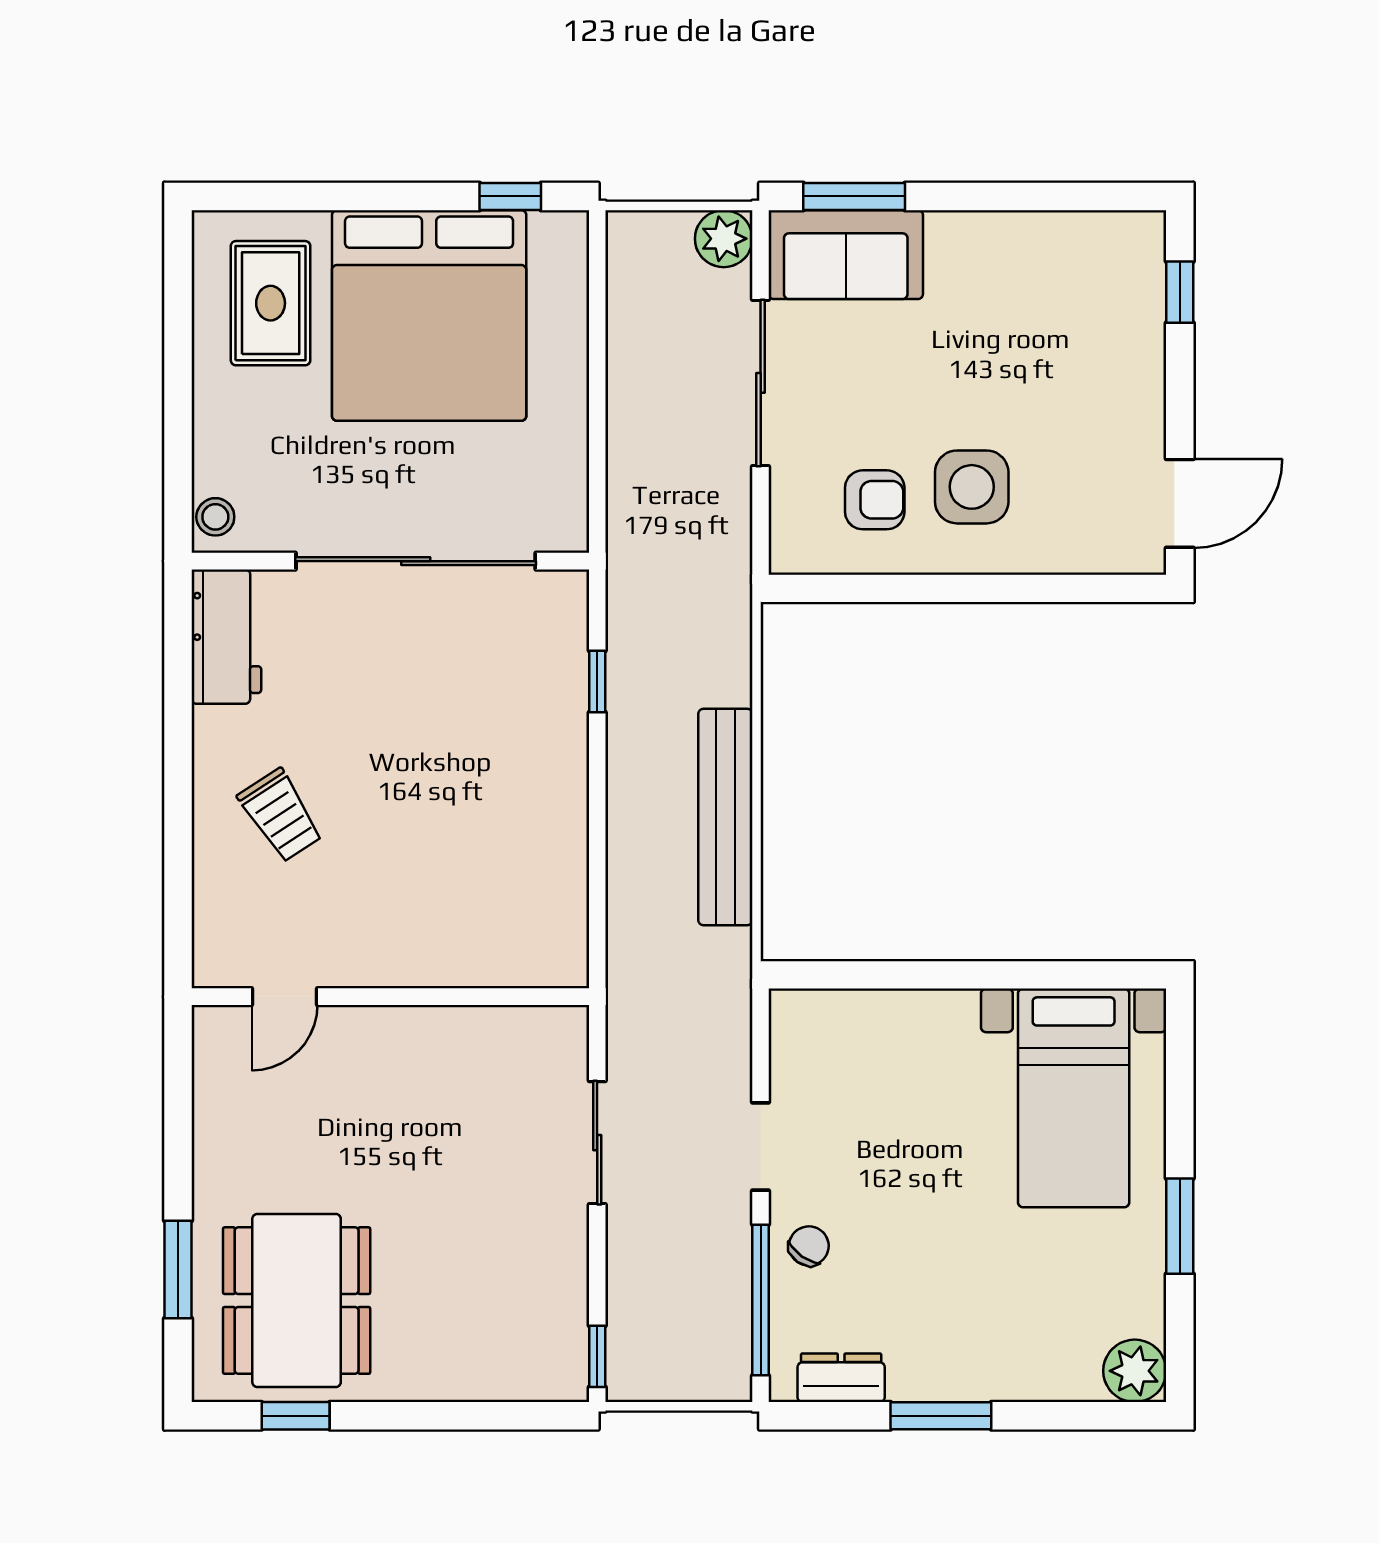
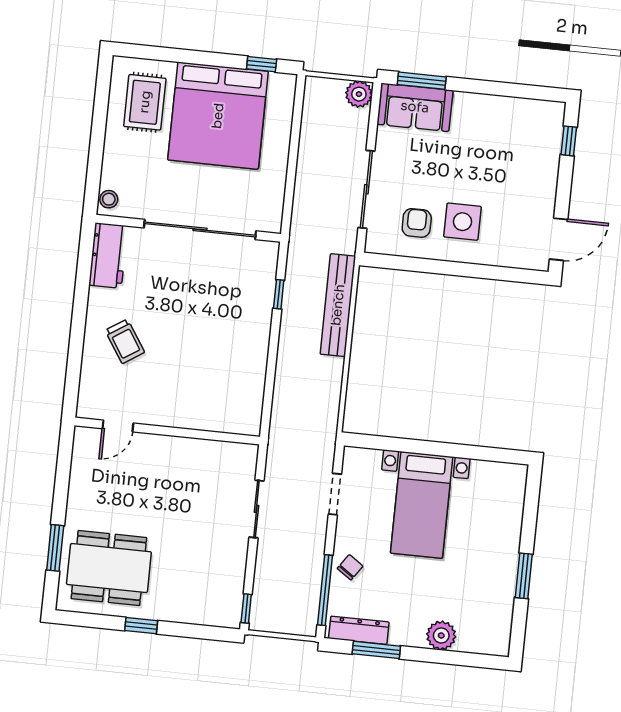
sliding door: (761, 383) -> (366, 189), moved
armchair: (875, 500) -> (417, 223), turned -90
bench: (725, 817) -> (338, 305), moved
bed with nightstands: (1074, 1098) -> (422, 505), moved
doorway: (761, 1146) -> (335, 494), moved
dining table: (297, 1301) -> (109, 568), turned 90
plant: (1135, 1371) -> (441, 635), moved
dresser: (841, 1378) -> (359, 630), width x1.44
window: (296, 1416) -> (141, 626), moved
window: (941, 1416) -> (376, 650), moved

